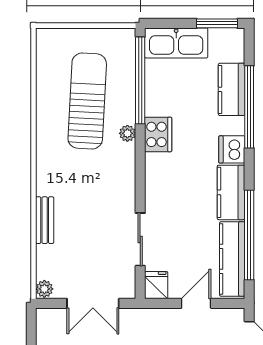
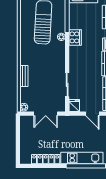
door: (196, 303) -> (92, 114), swing flipped

